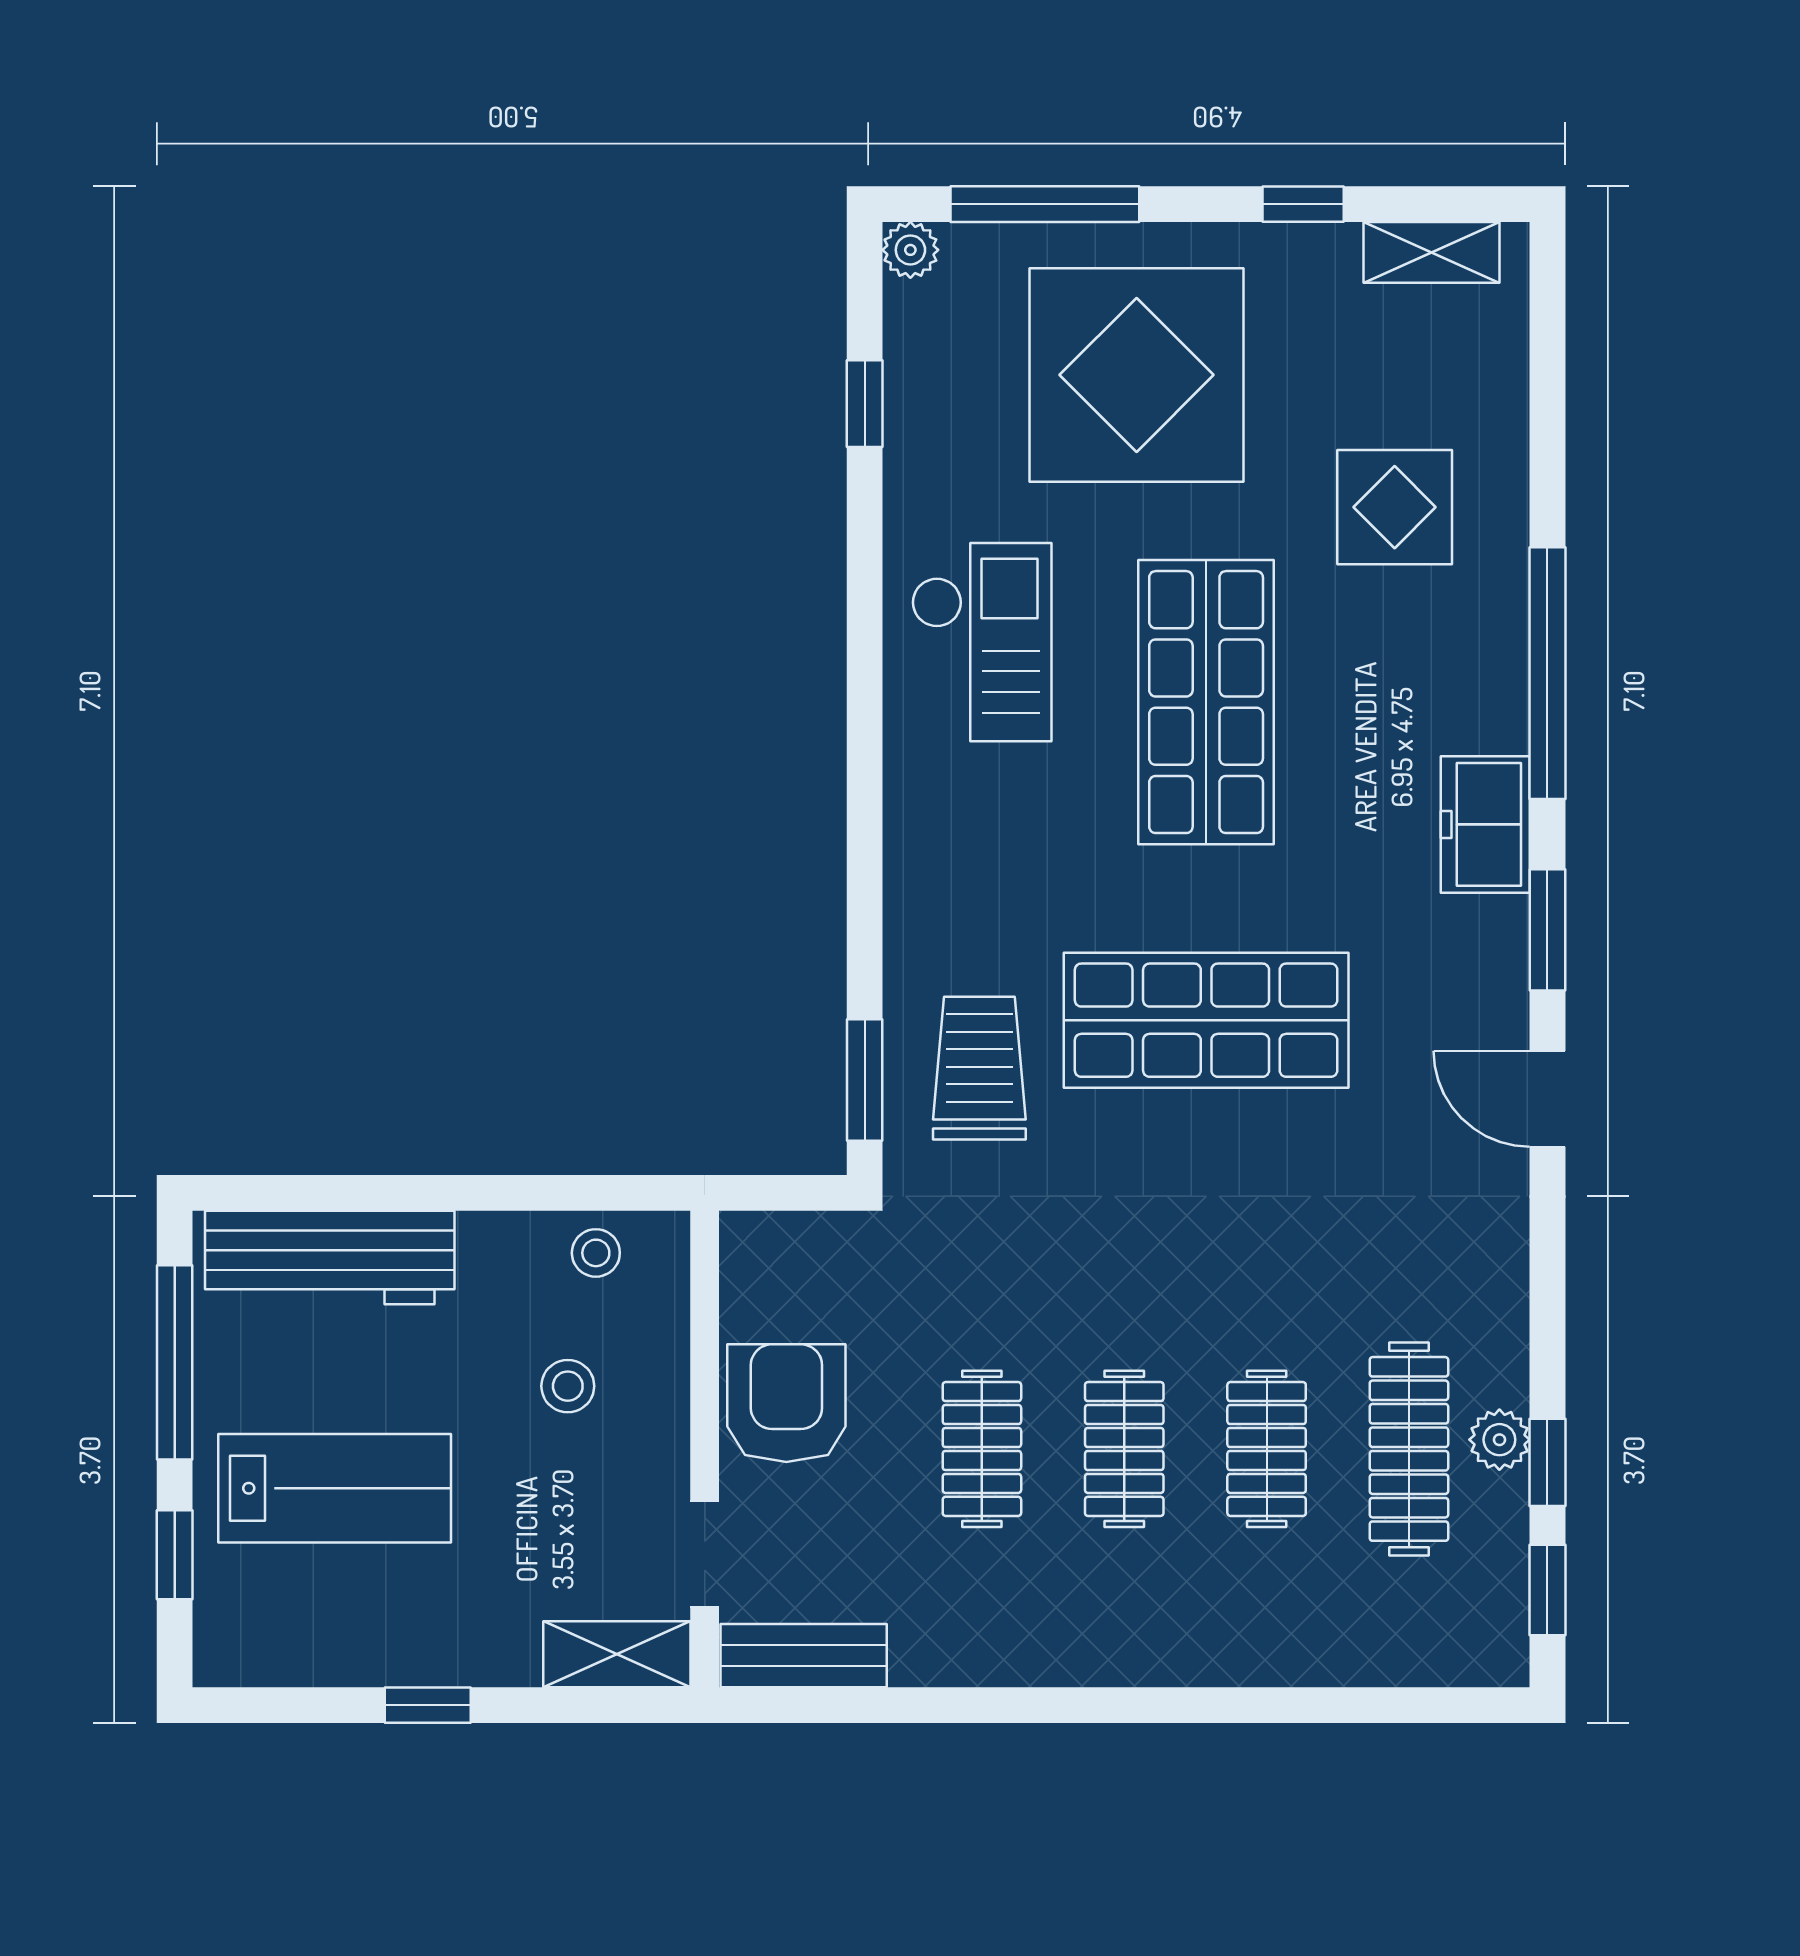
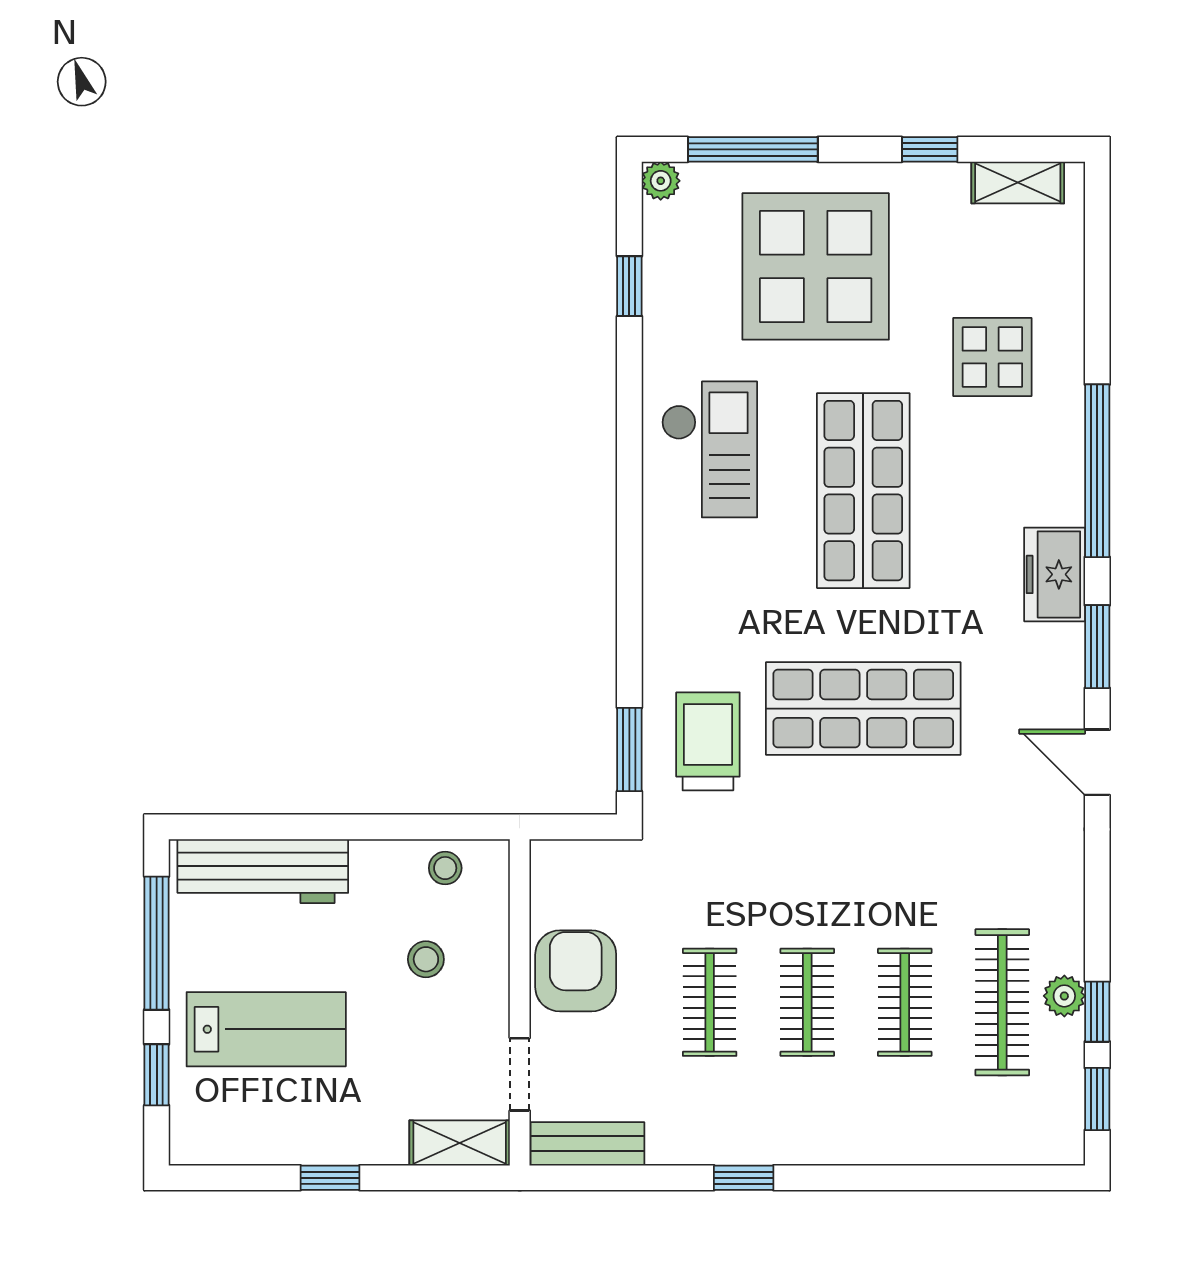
window: (1032, 1705) -> (744, 1178), added

